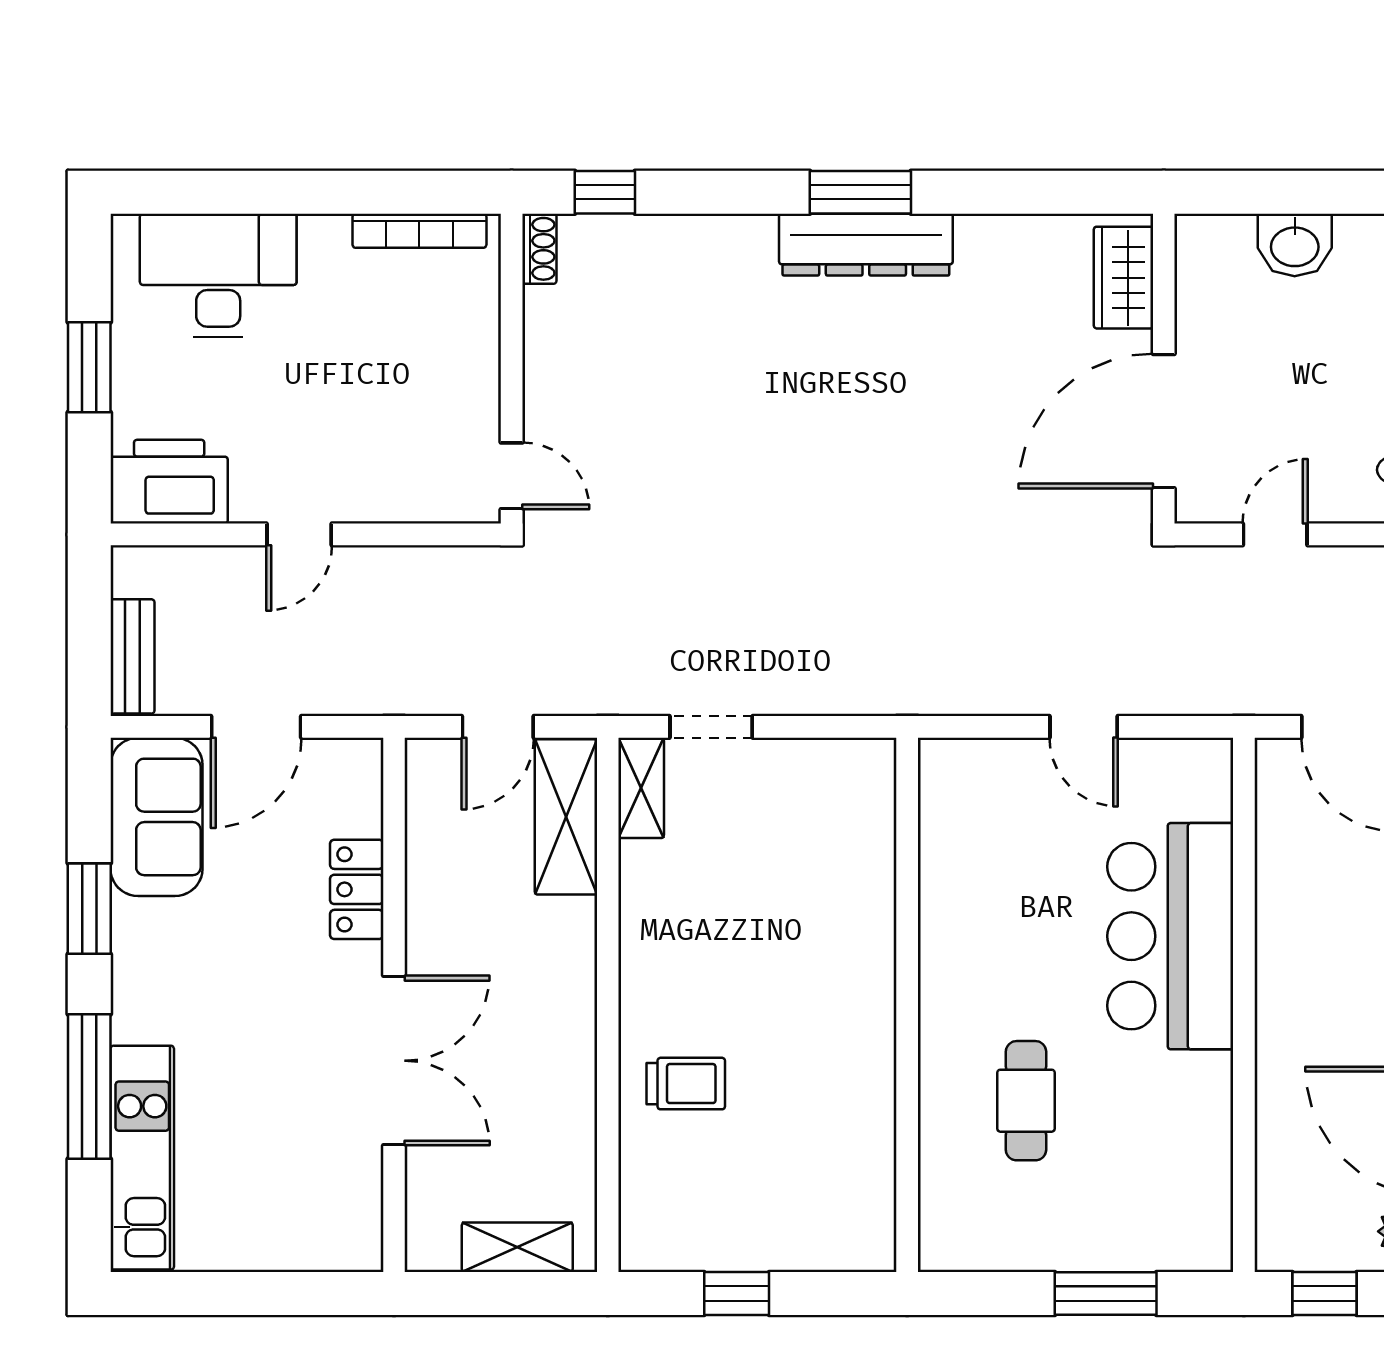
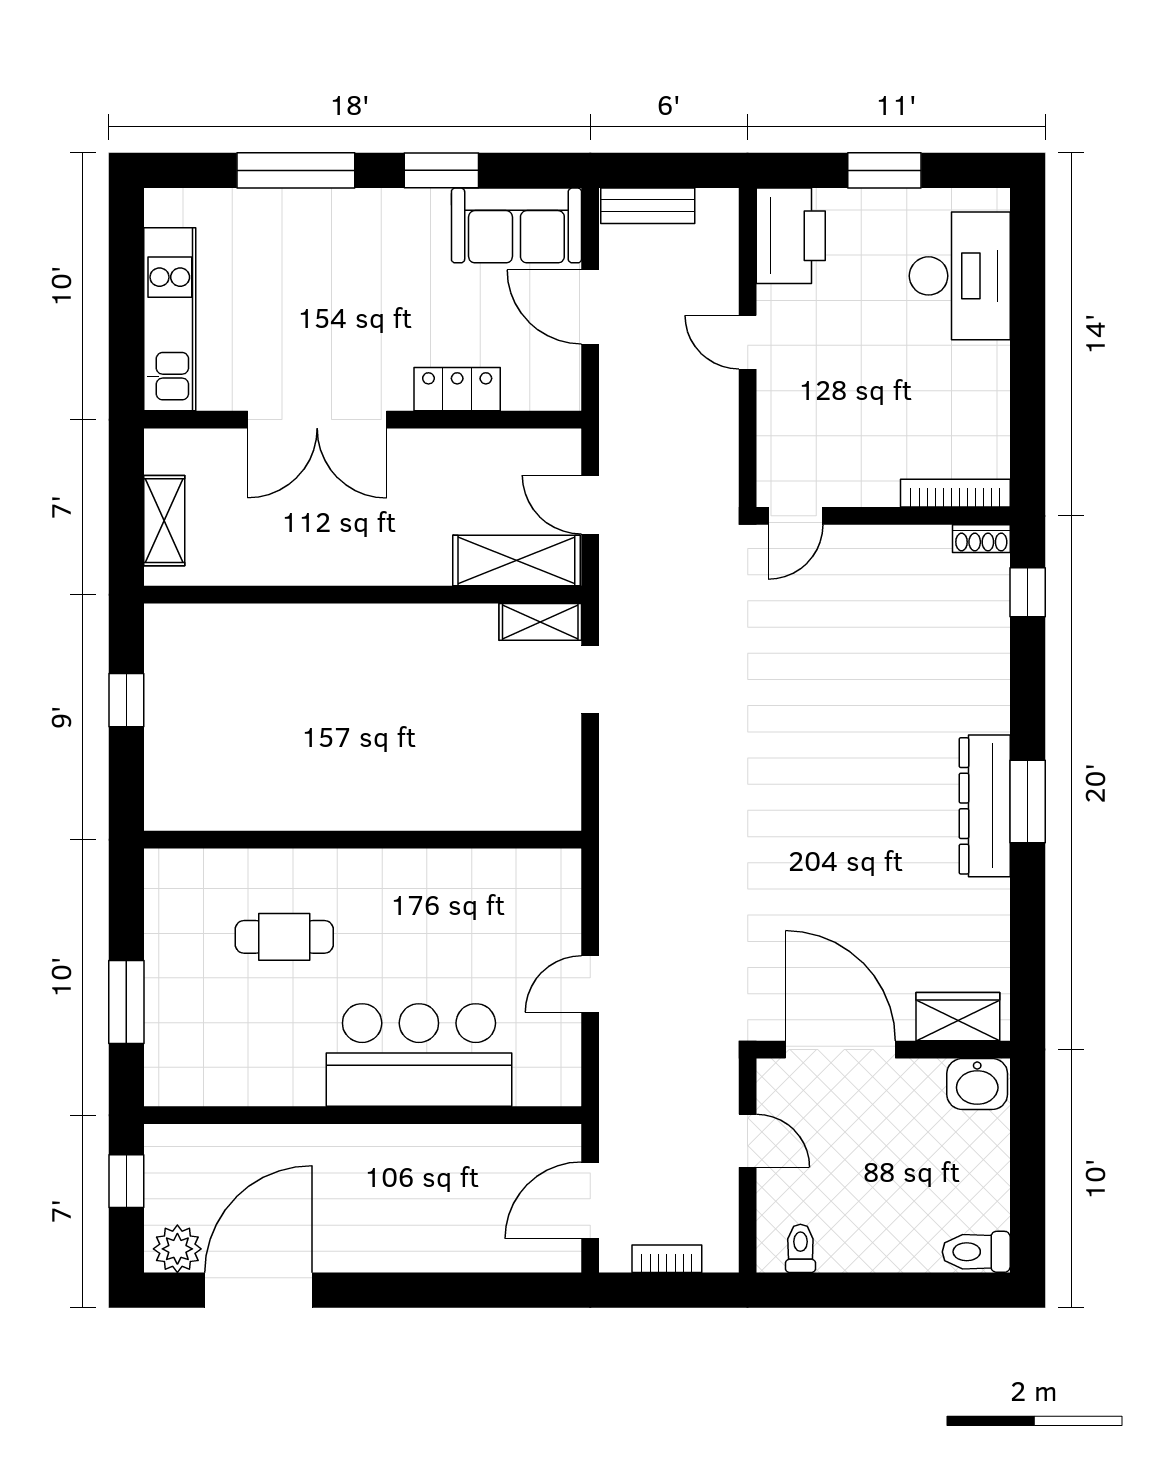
bookcase: (419, 231) -> (955, 493), moved, turned 90
washbasin: (1295, 245) -> (977, 1084), moved, turned -90
trolley: (686, 1084) -> (298, 658), removed
kitchen unit: (142, 1158) -> (170, 319), moved, turned -90

